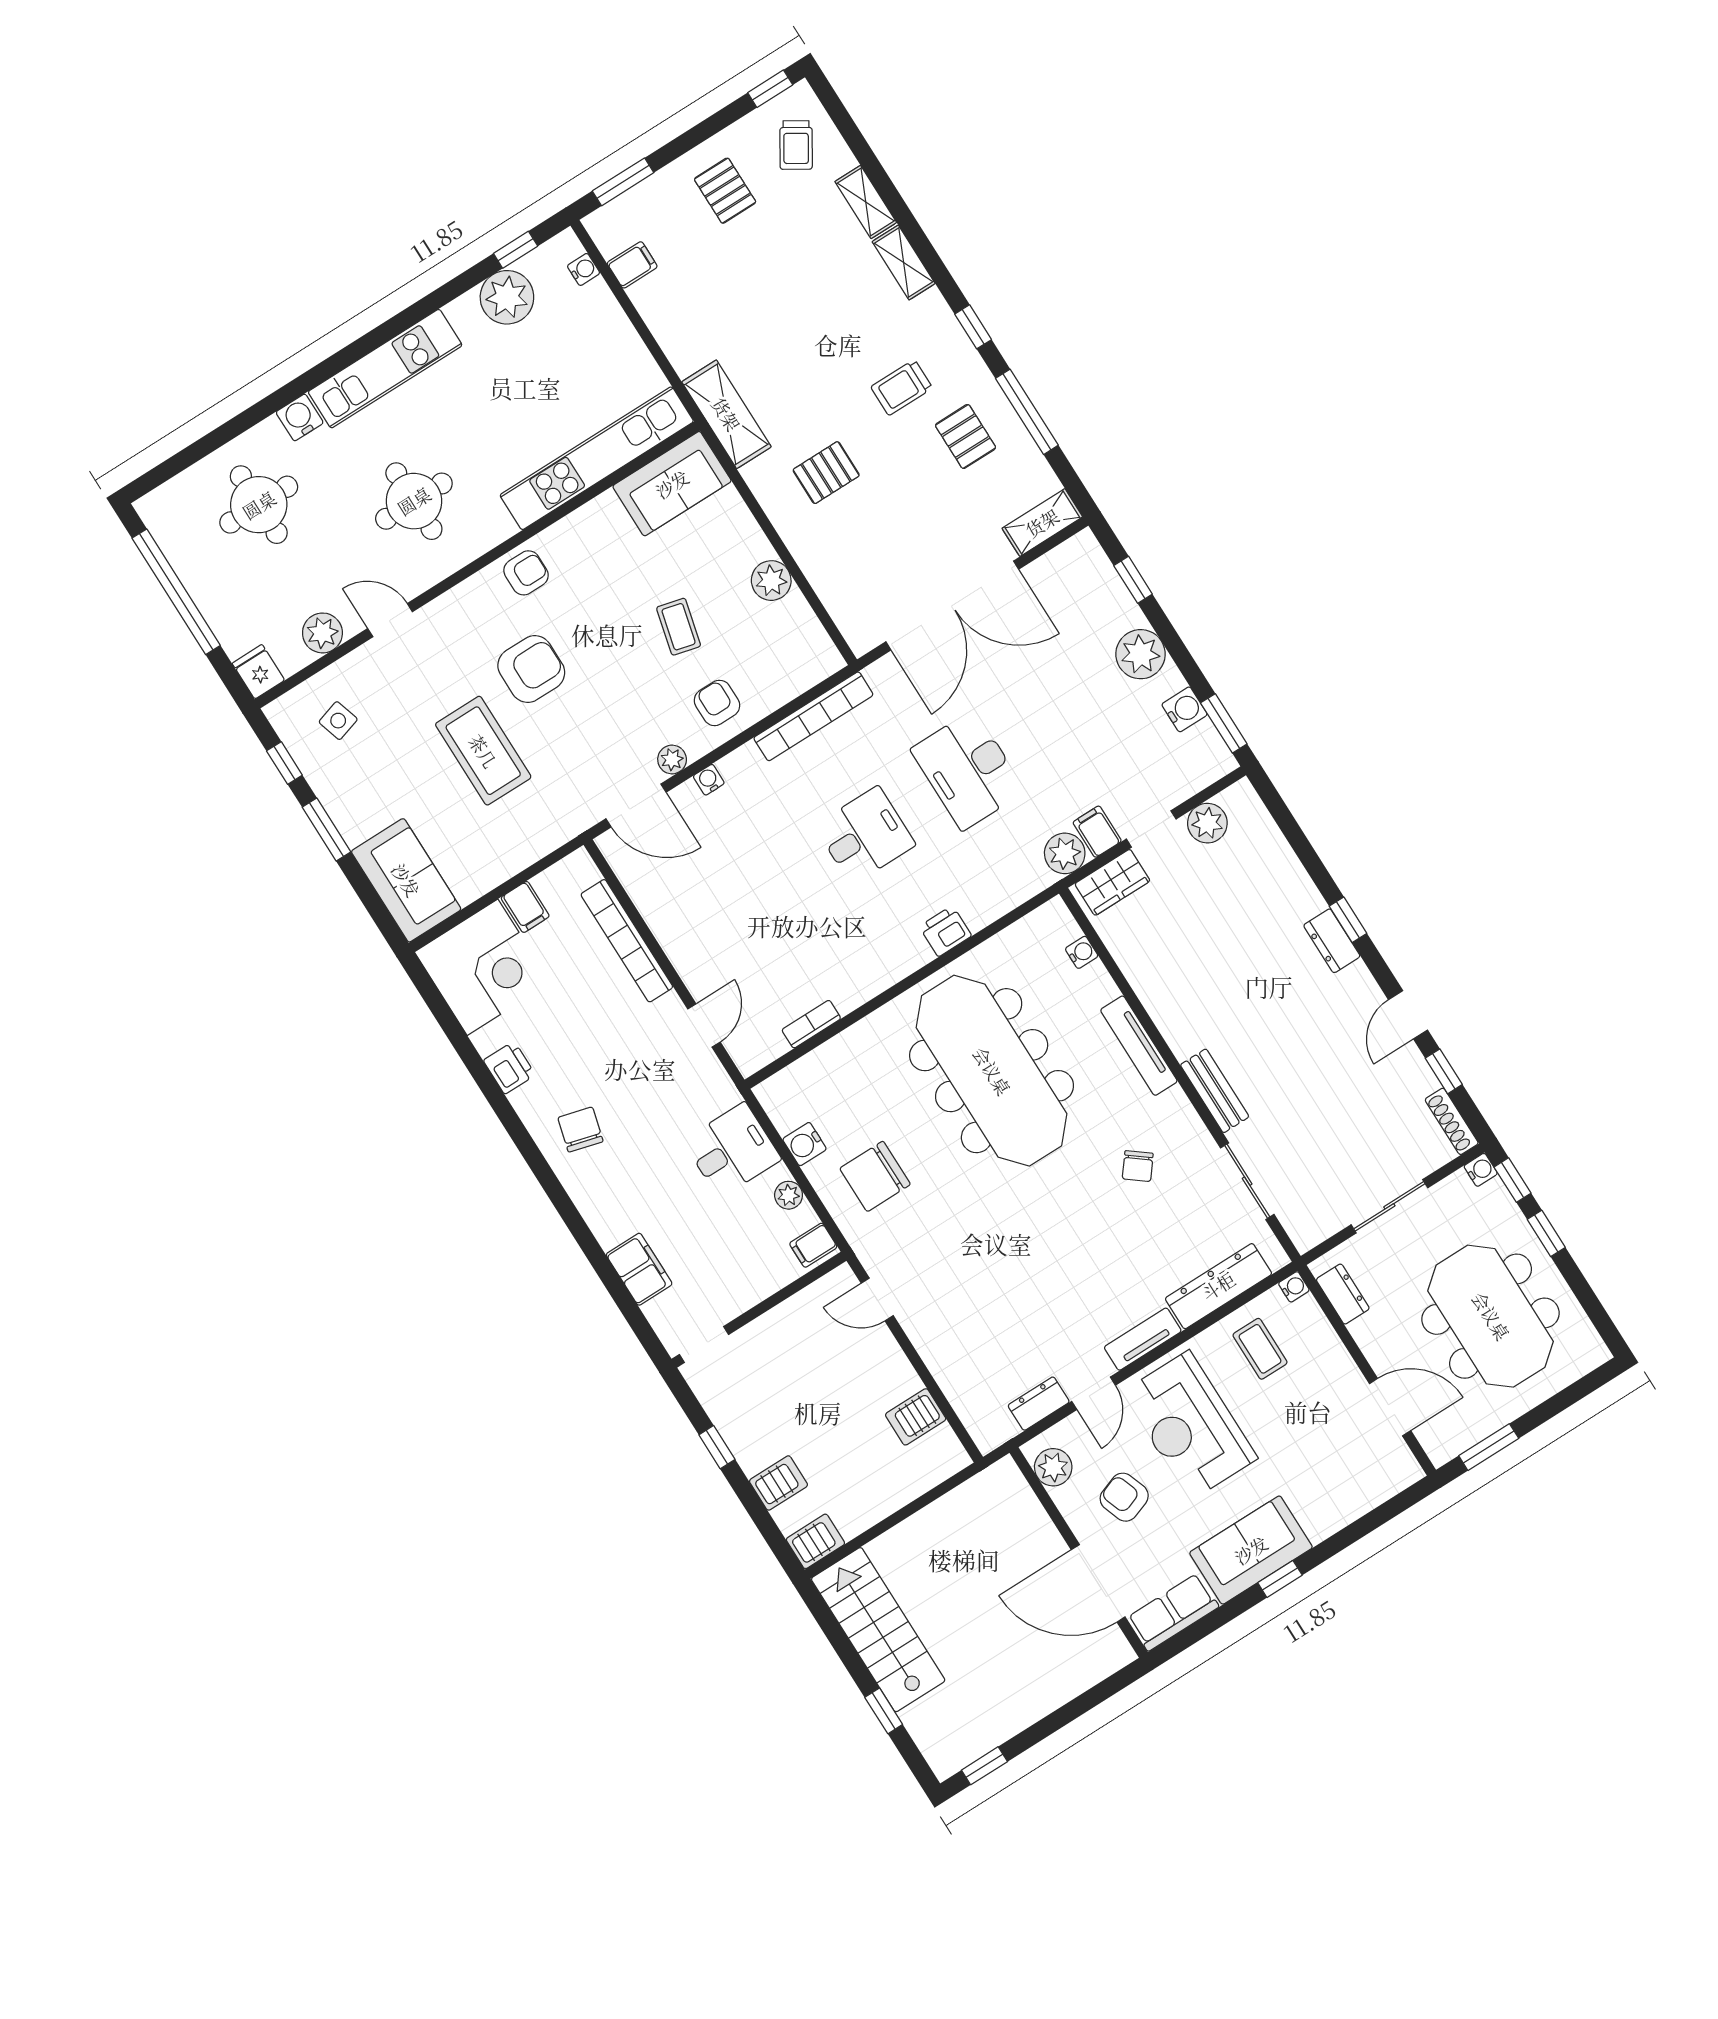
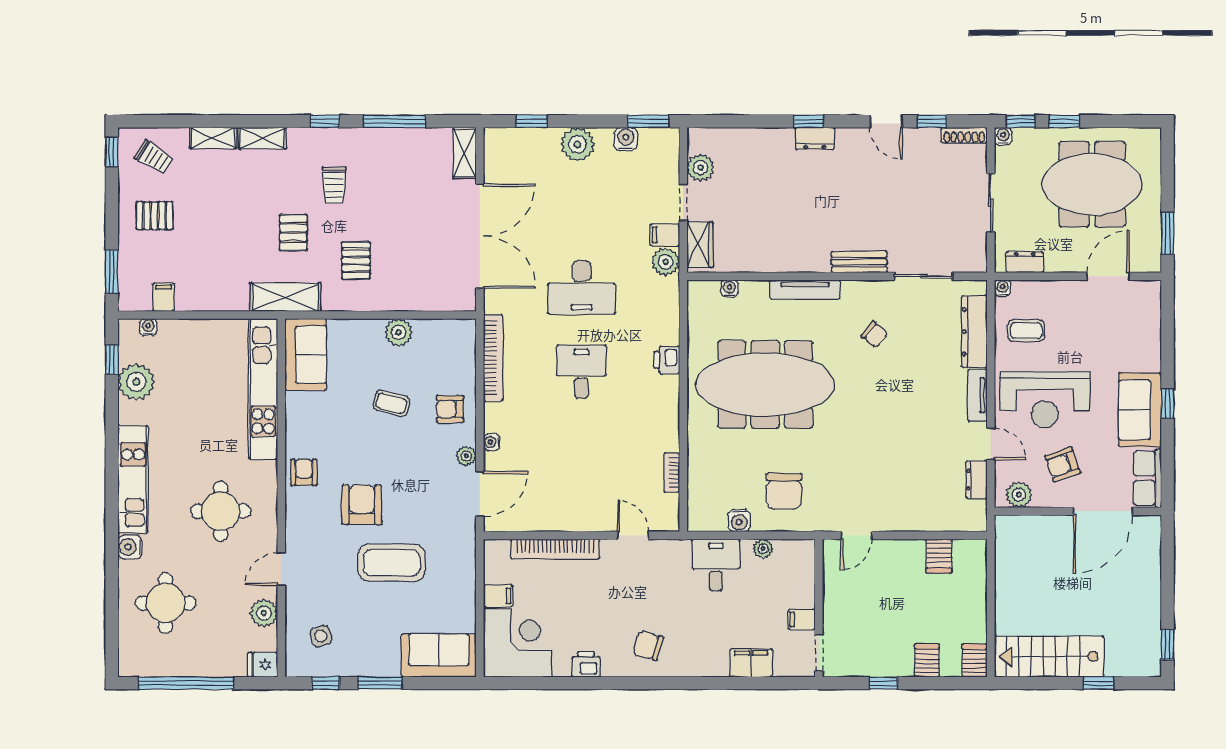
pallet: (966, 436) -> (293, 233), moved, turned 90
filing cabinet: (813, 1245) -> (802, 620), moved, turned 90

